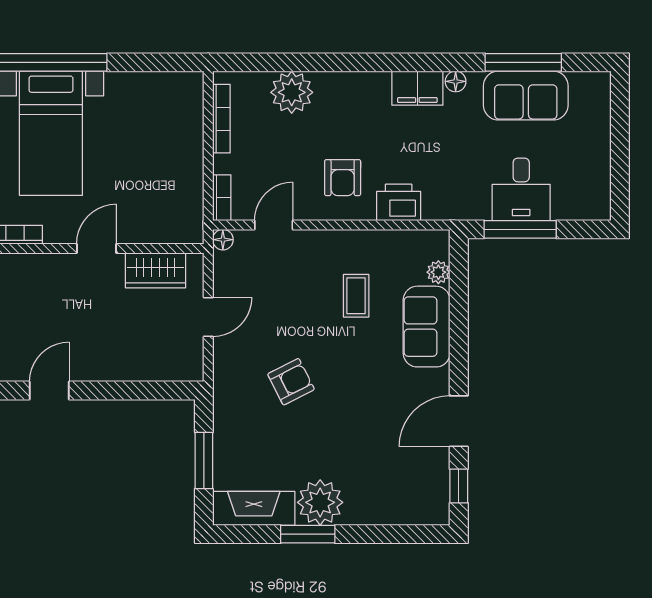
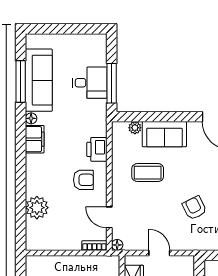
sofa: (526, 96) -> (39, 80), width x1.36
bookcase: (221, 119) -> (51, 246), removed
coffee table: (356, 296) -> (148, 173), width x1.36, depth x1.30

